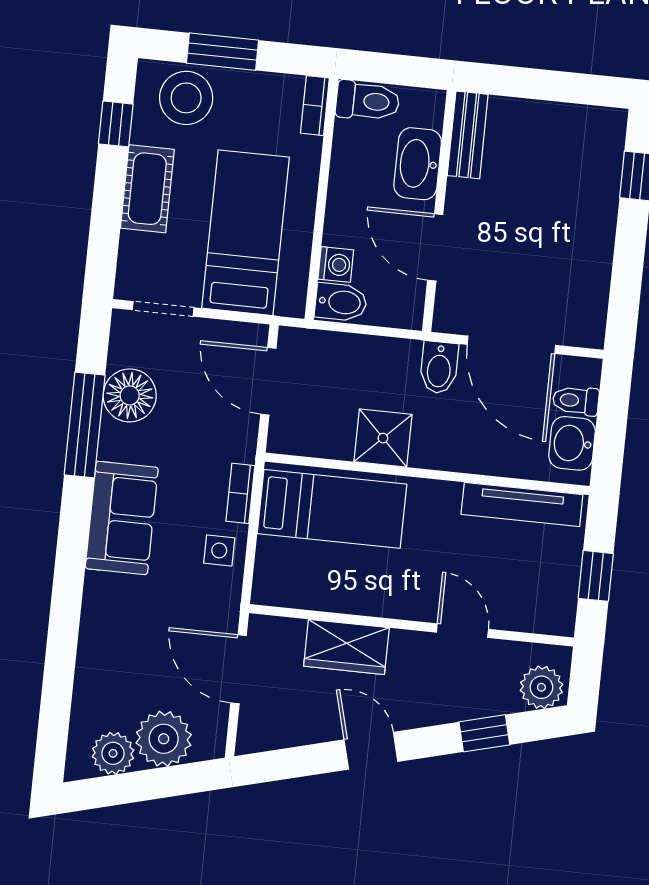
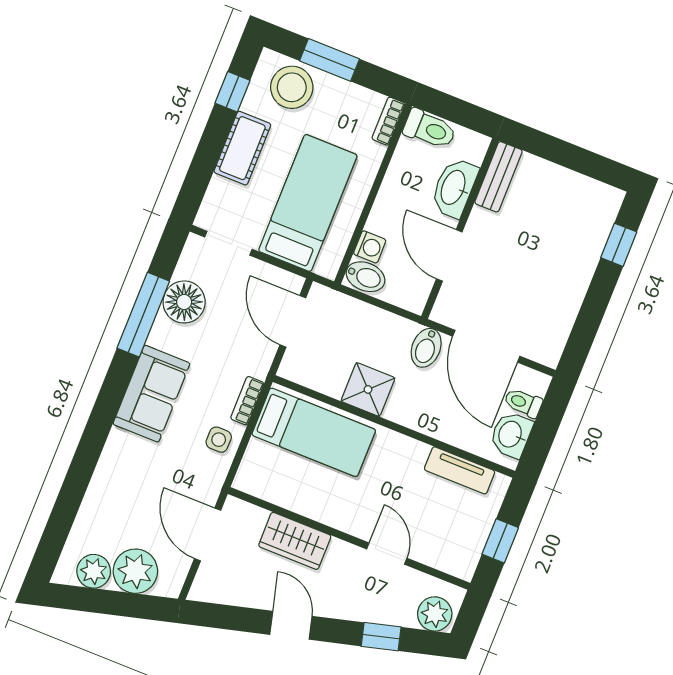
tv unit: (522, 505) -> (460, 470), width x0.71

